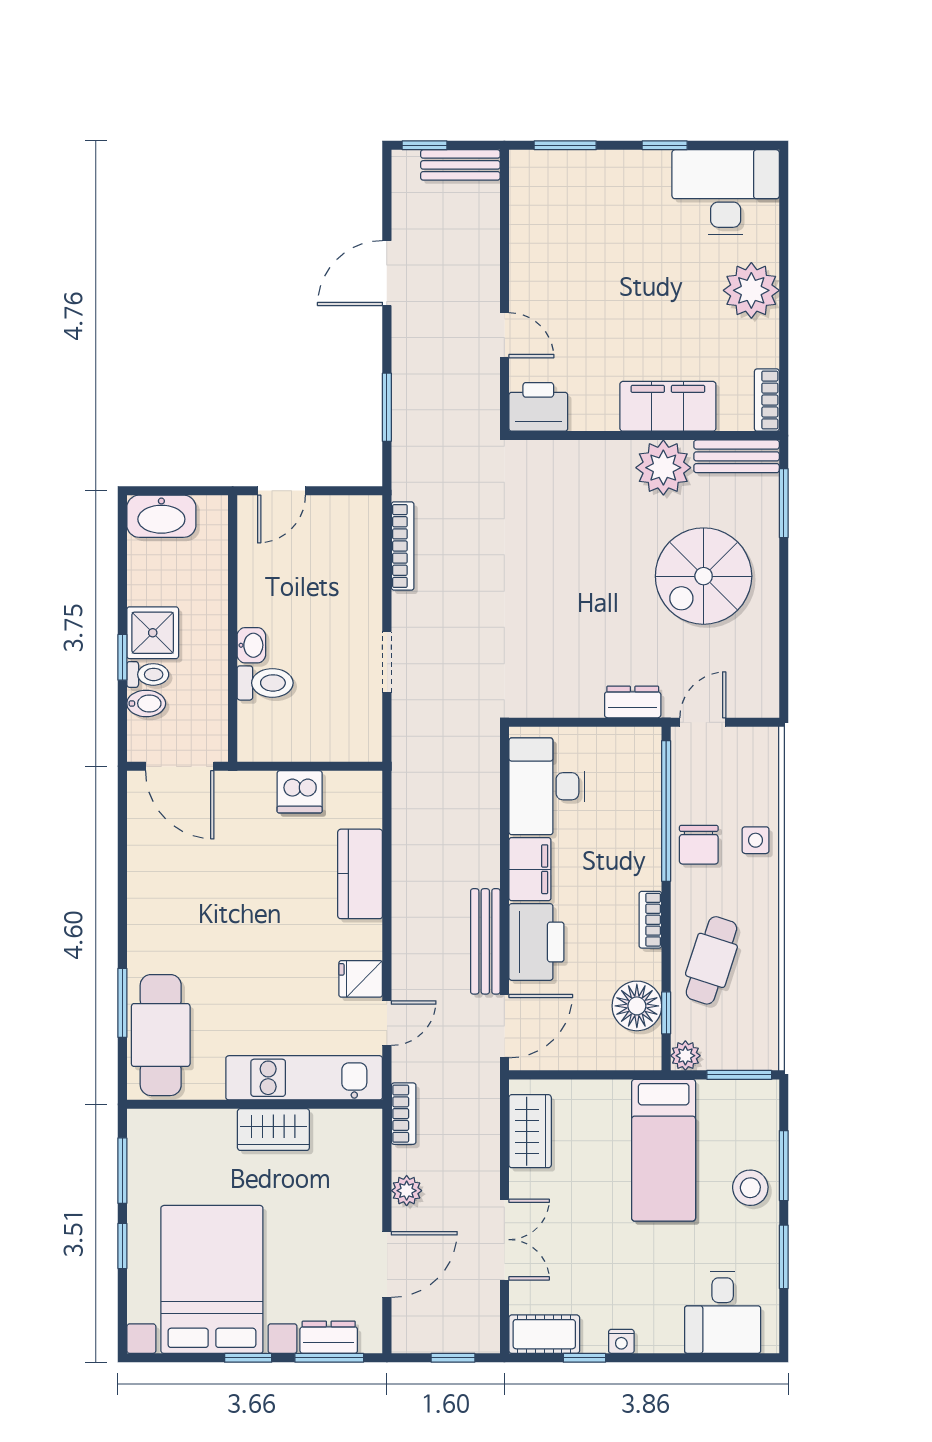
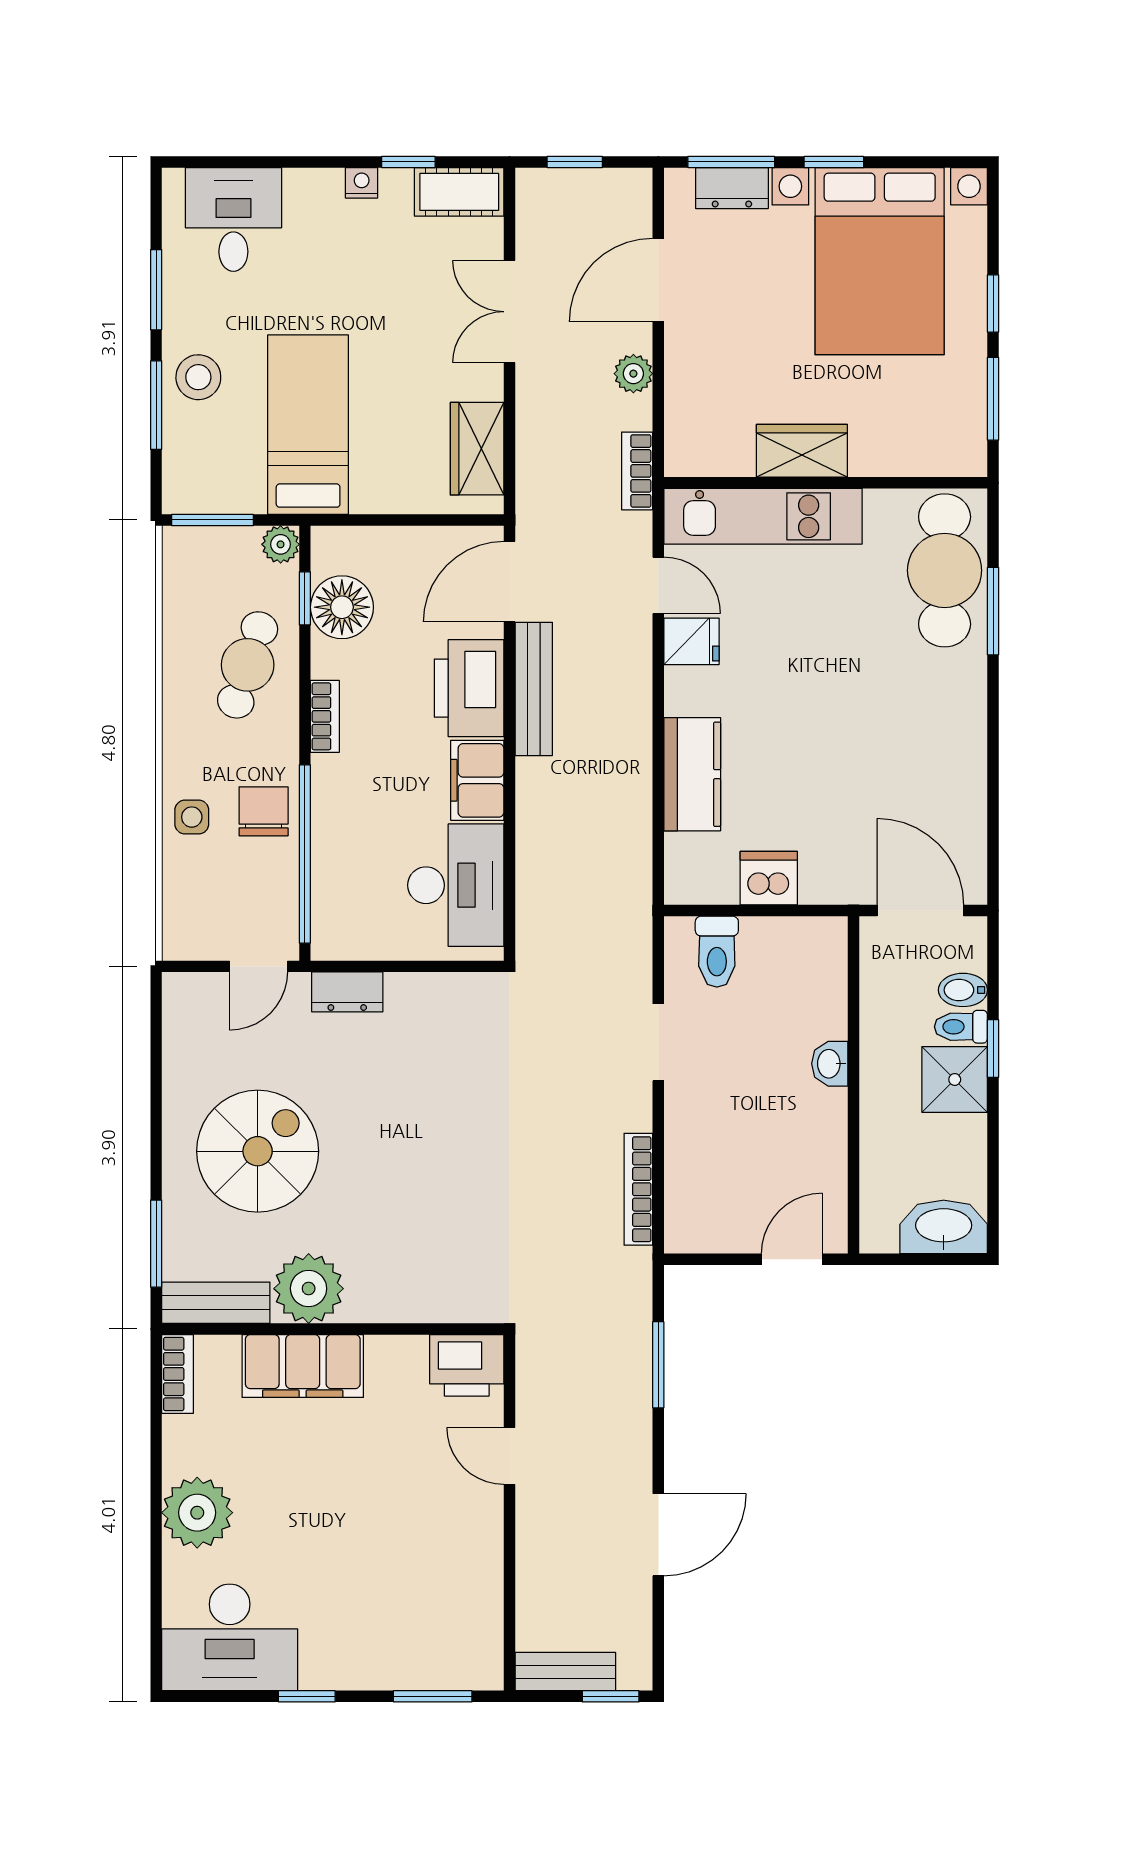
toilet: (265, 683) -> (717, 952), moved, turned -90
door: (387, 1023) -> (658, 585), swing flipped

